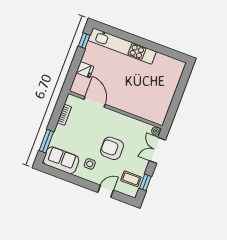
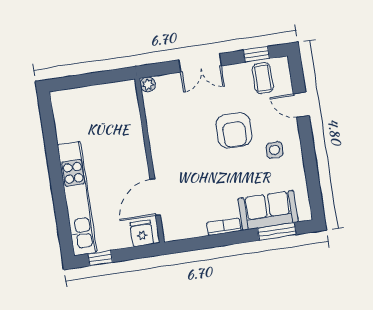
door: (95, 102) -> (155, 197), moved
wall: (115, 110) -> (150, 161), moved
plant: (156, 131) -> (148, 84), moved
sofa: (61, 160) -> (268, 210), moved, turned 90

